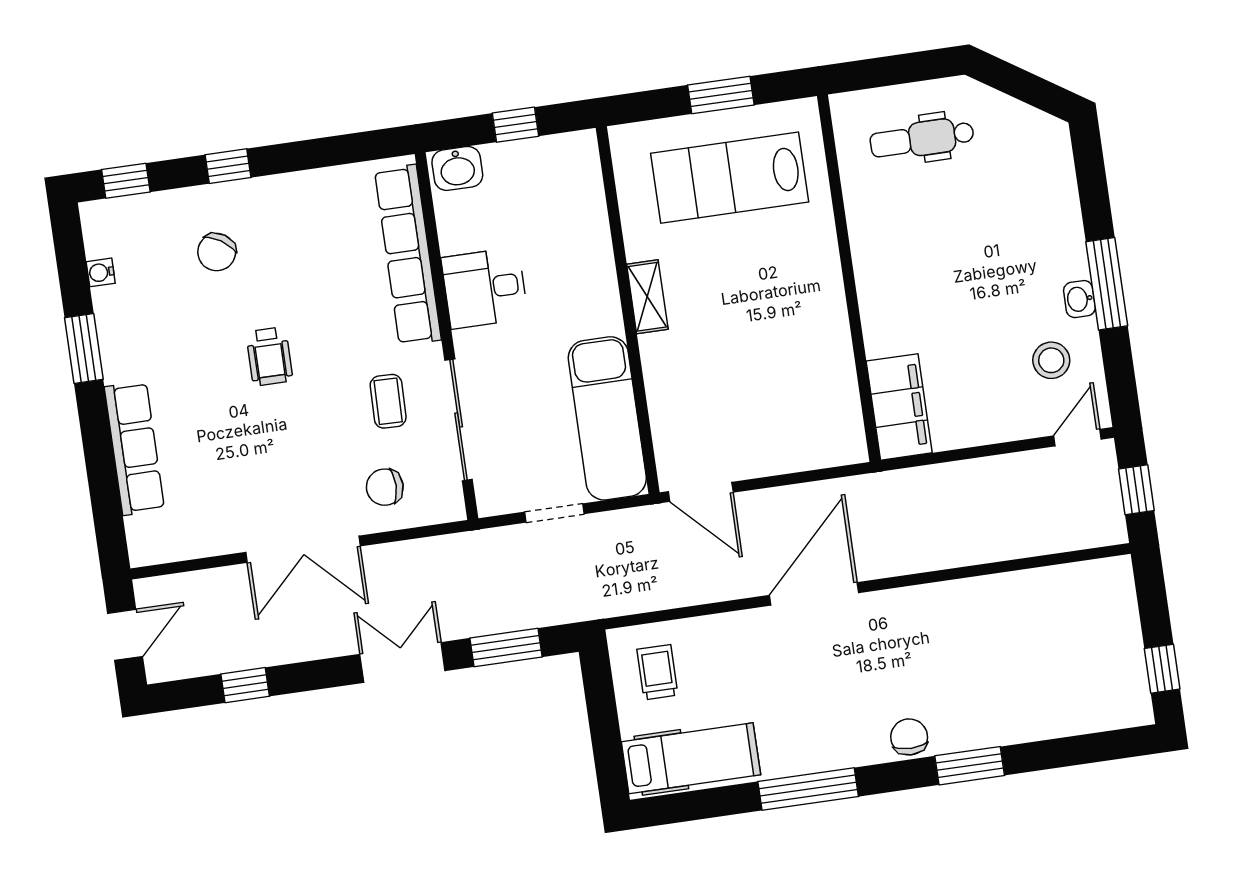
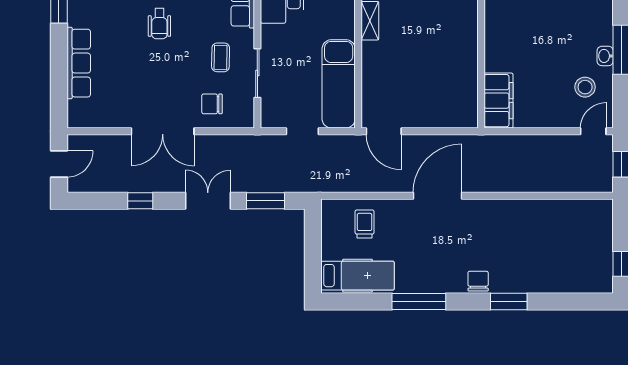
sliding door: (459, 420) -> (257, 73), width x0.73
trolley: (657, 672) -> (365, 224), moved
window: (245, 685) -> (140, 201), moved

